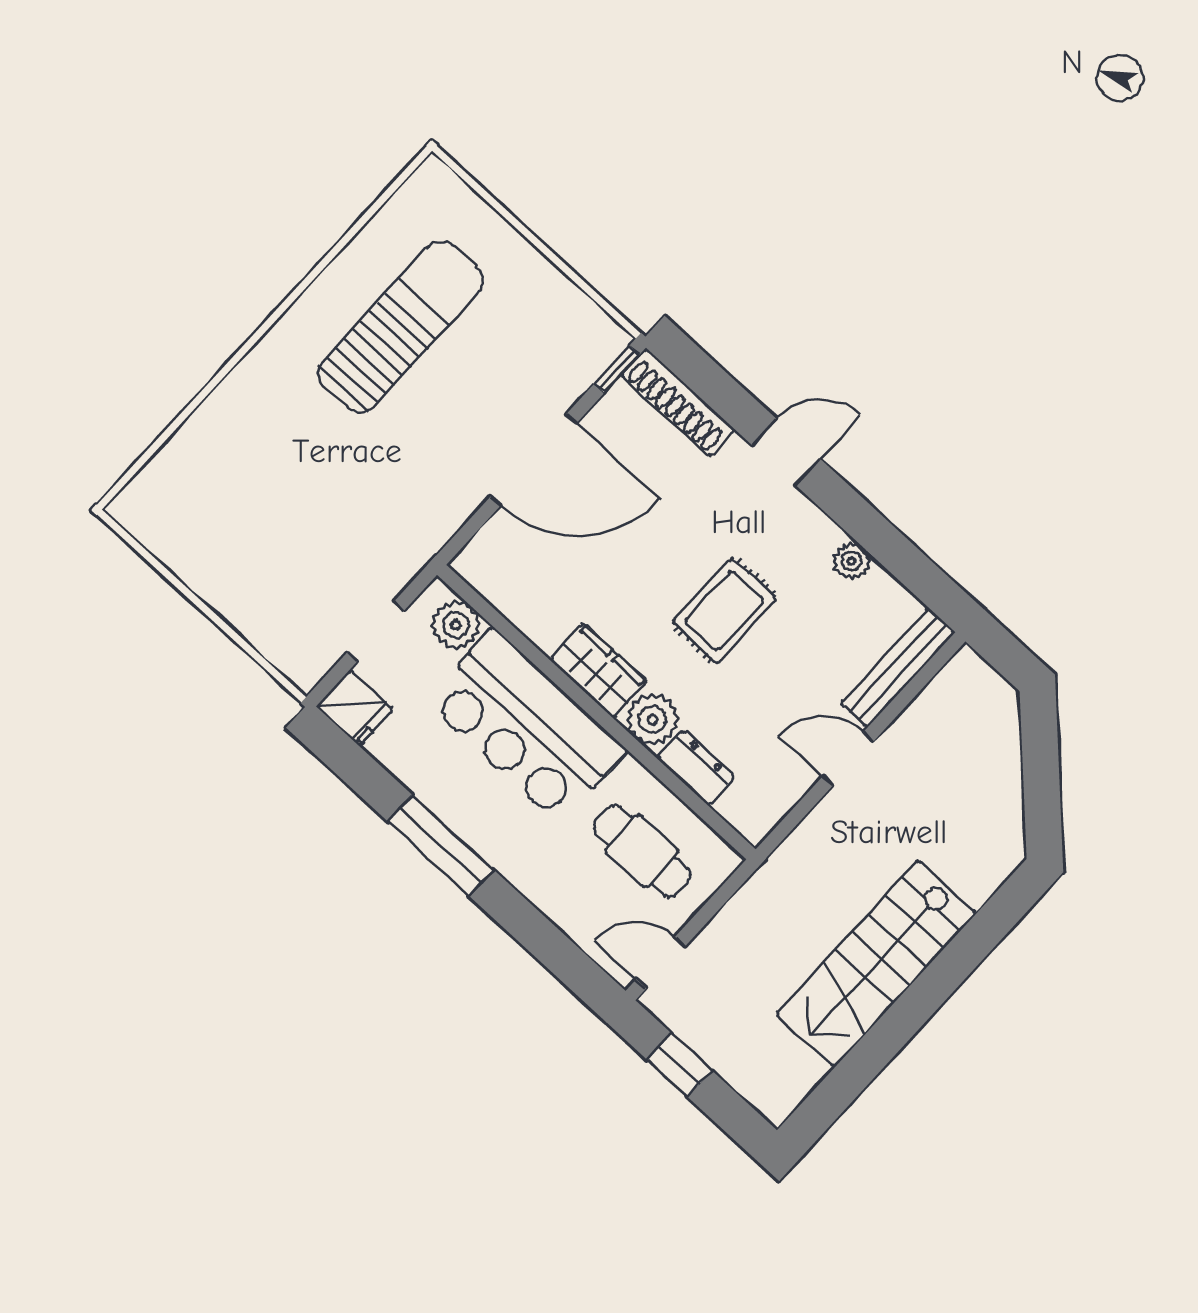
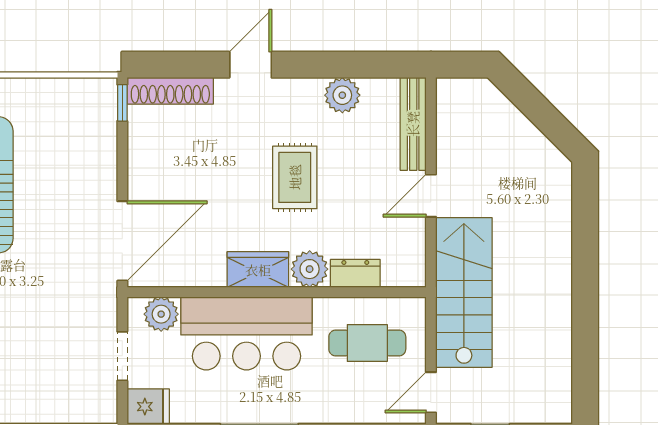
door: (534, 460) -> (122, 241), moved
plant: (851, 561) -> (342, 95), width x1.38, depth x1.38
stairs: (876, 964) -> (464, 292), moved, turned 180

